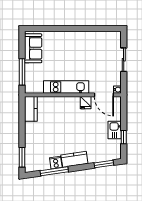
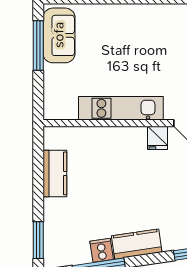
window: (22, 72) -> (38, 46), moved
kitchen counter: (31, 109) -> (55, 173), moved

